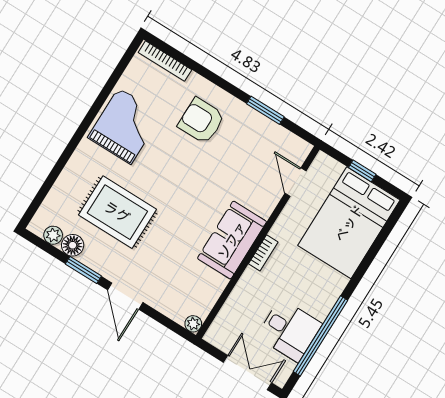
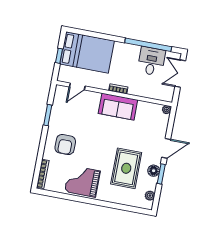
floor lamp: (73, 245) -> (154, 171), moved

